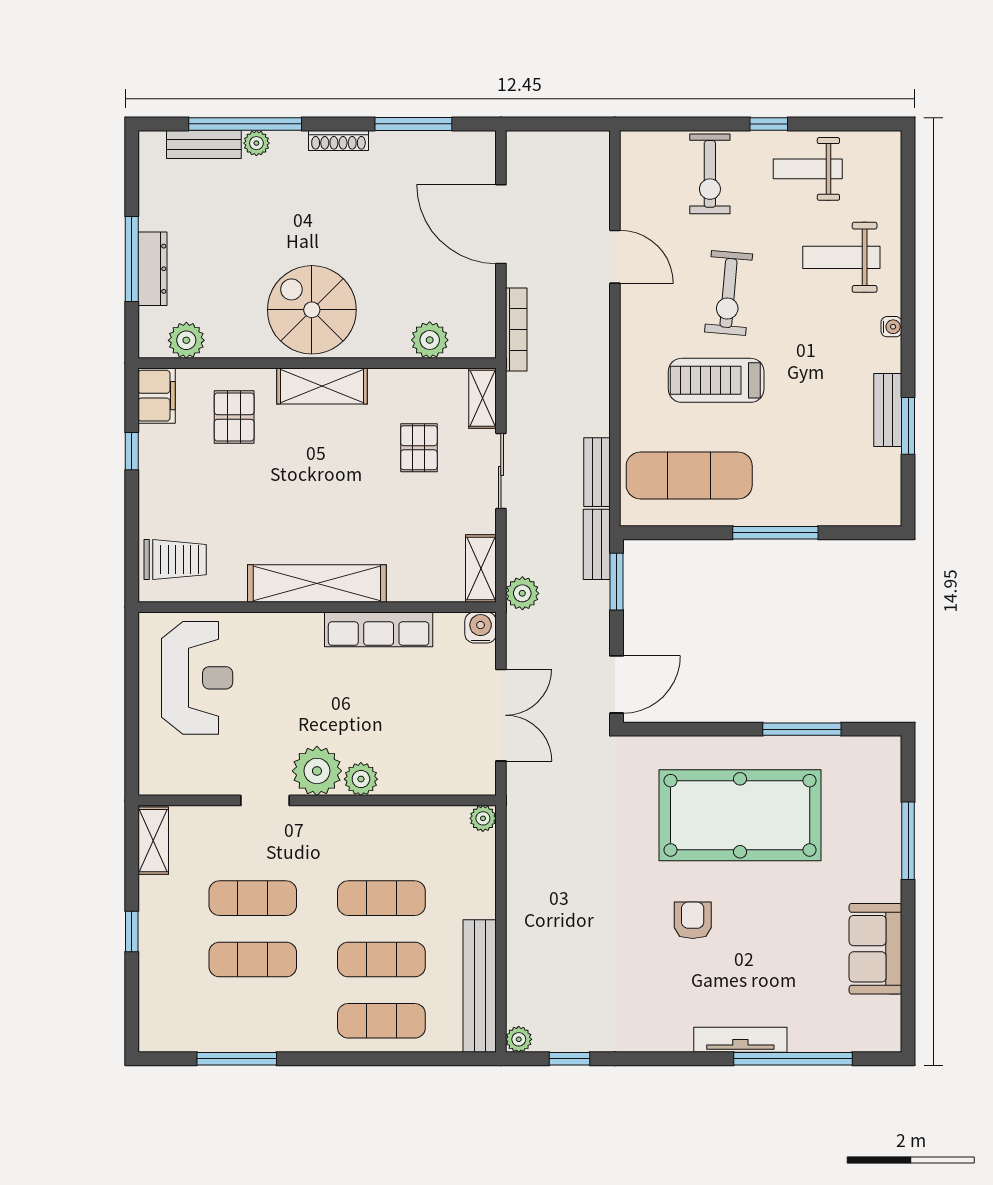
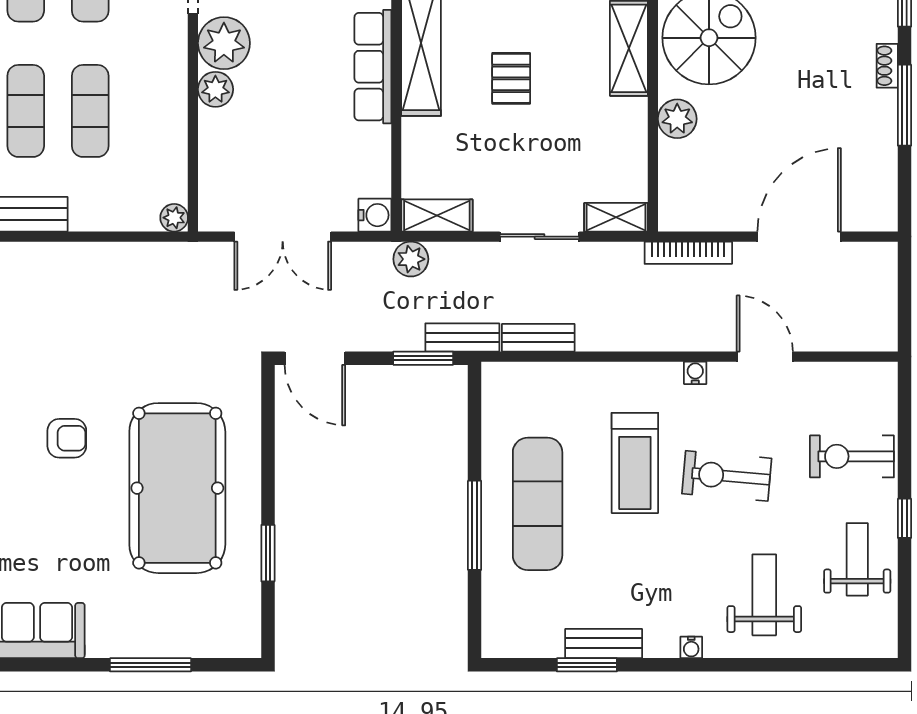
window: (413, 124) -> (905, 105), moved
shoe rack: (338, 140) -> (887, 66), width x0.70
door: (615, 257) -> (765, 357), swing flipped
water cooler: (630, 323) -> (695, 373), added
plant: (430, 340) -> (677, 119), moved
treadmill: (716, 380) -> (635, 463), turned 180
pallet: (419, 448) -> (511, 78), moved, turned 90
exercise mat: (689, 475) -> (538, 504), moved
row of seats: (379, 629) -> (373, 67), moved
window: (802, 729) -> (268, 553), width x0.69

